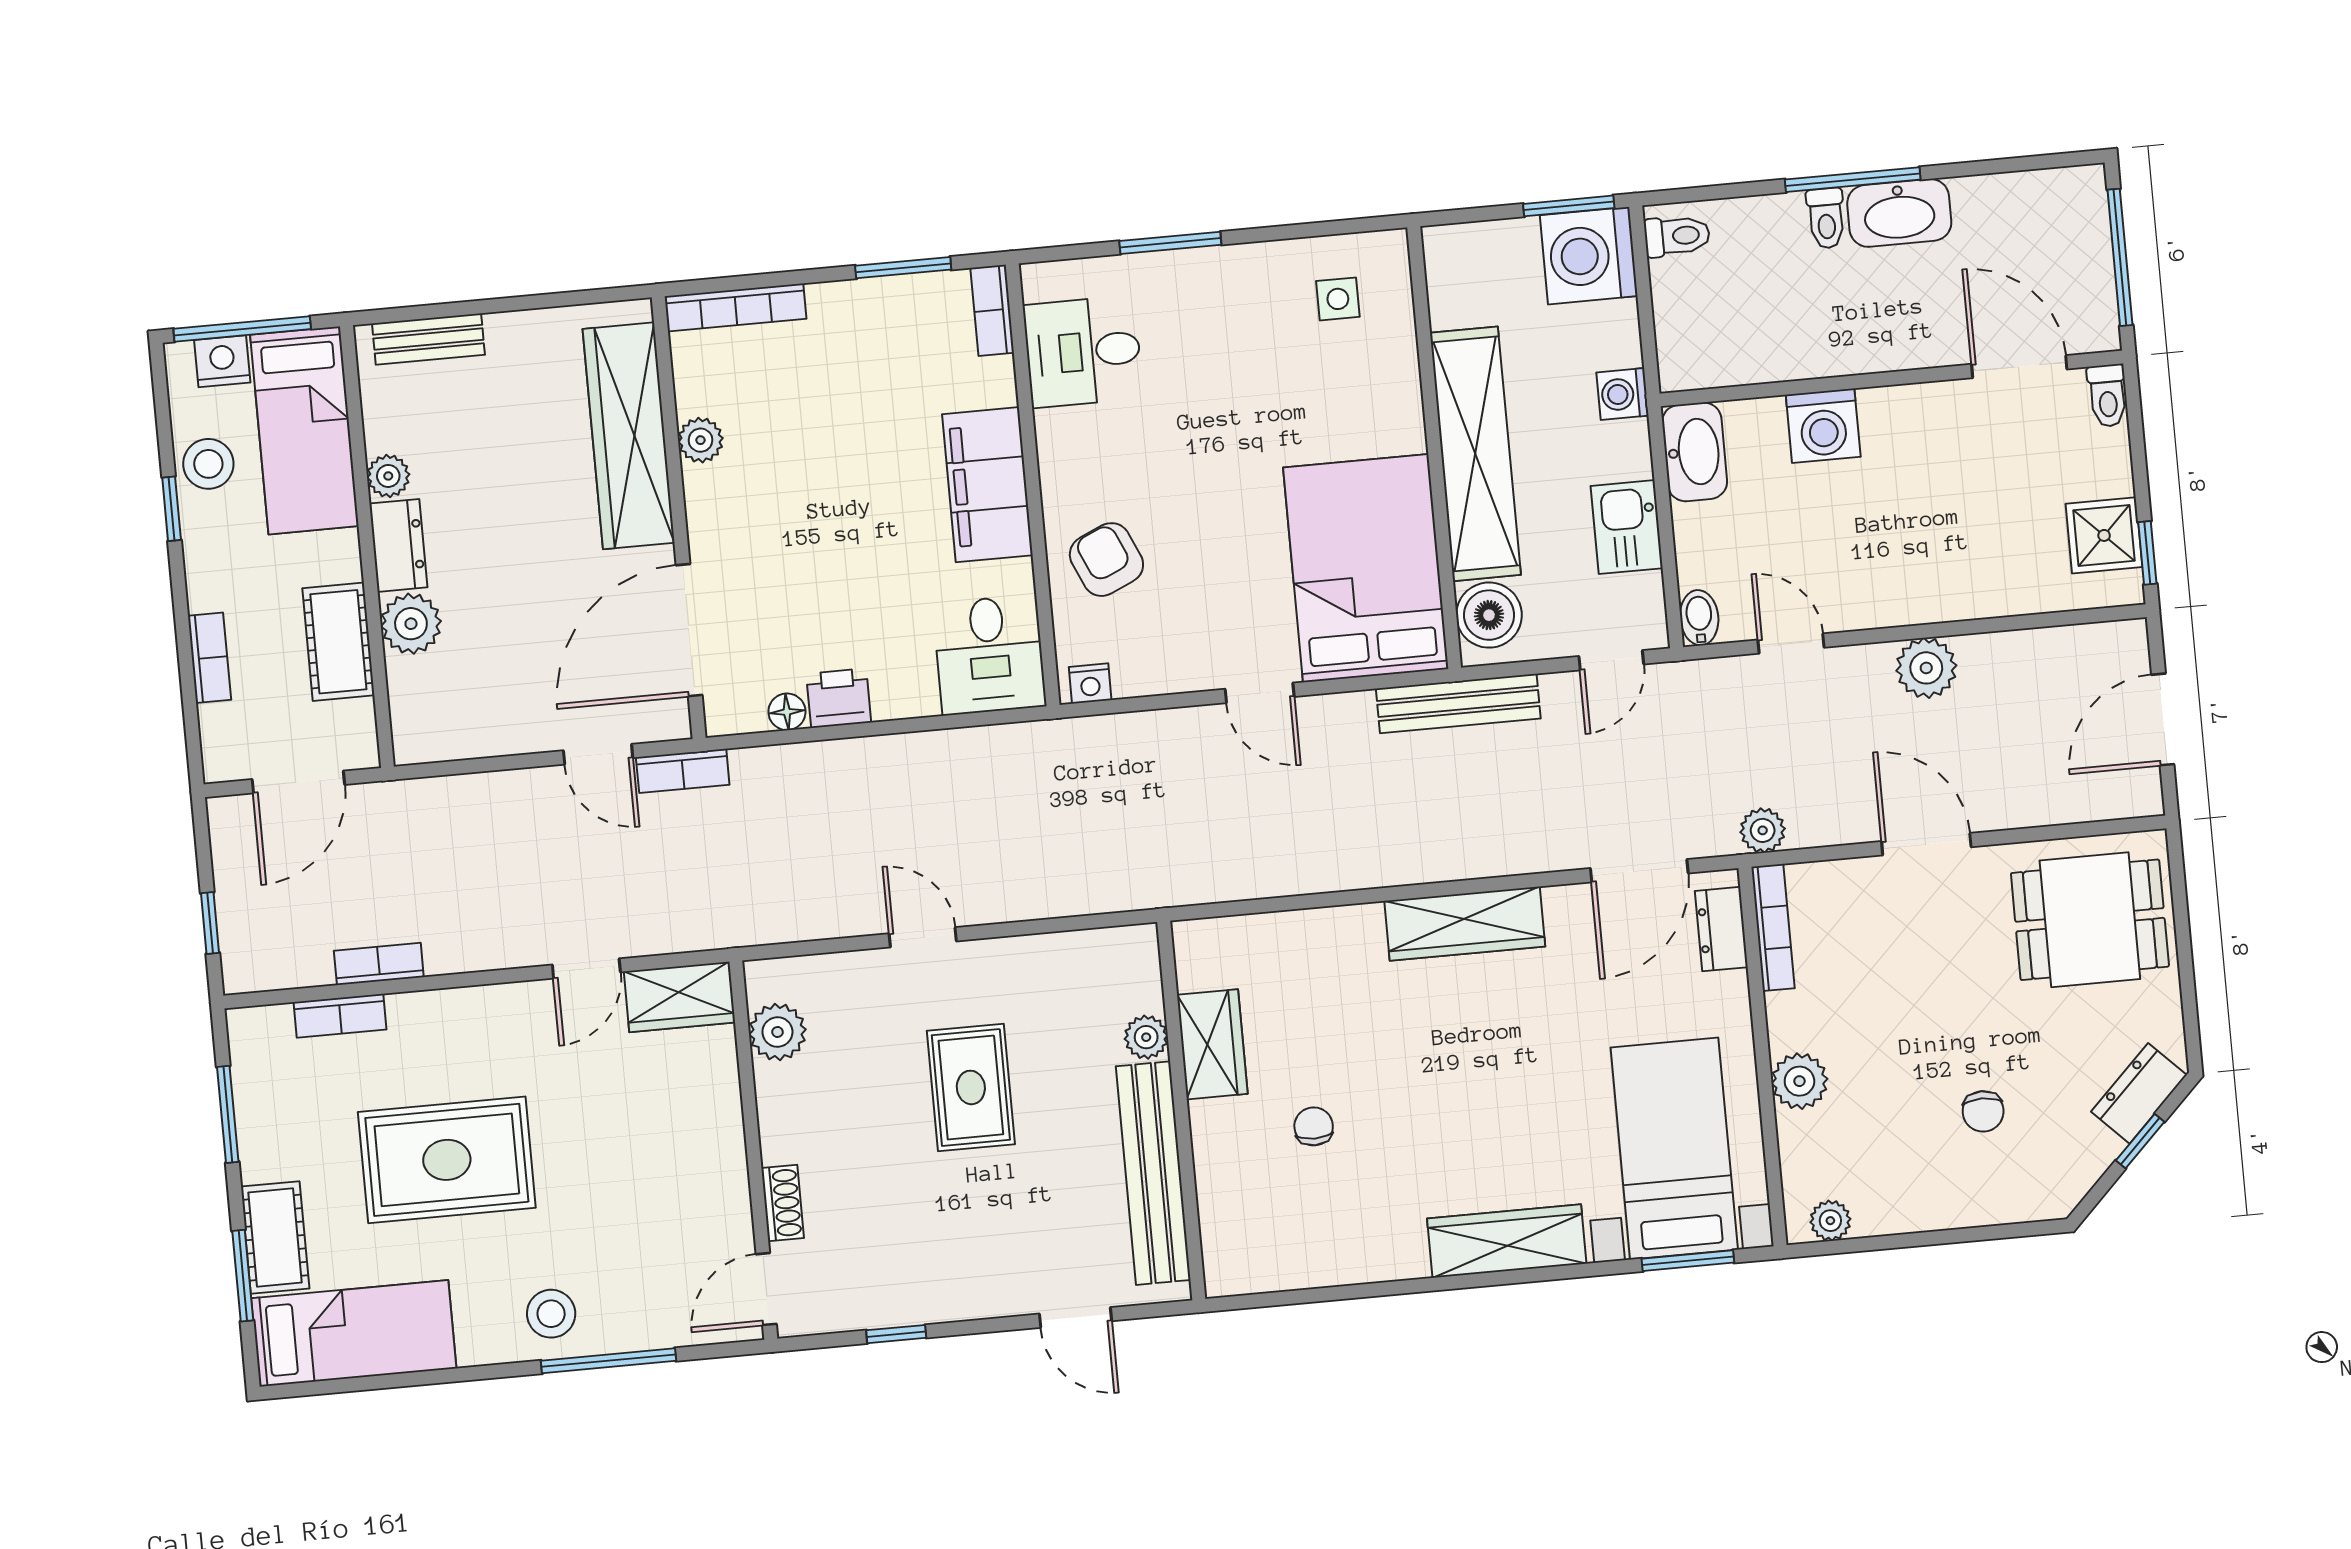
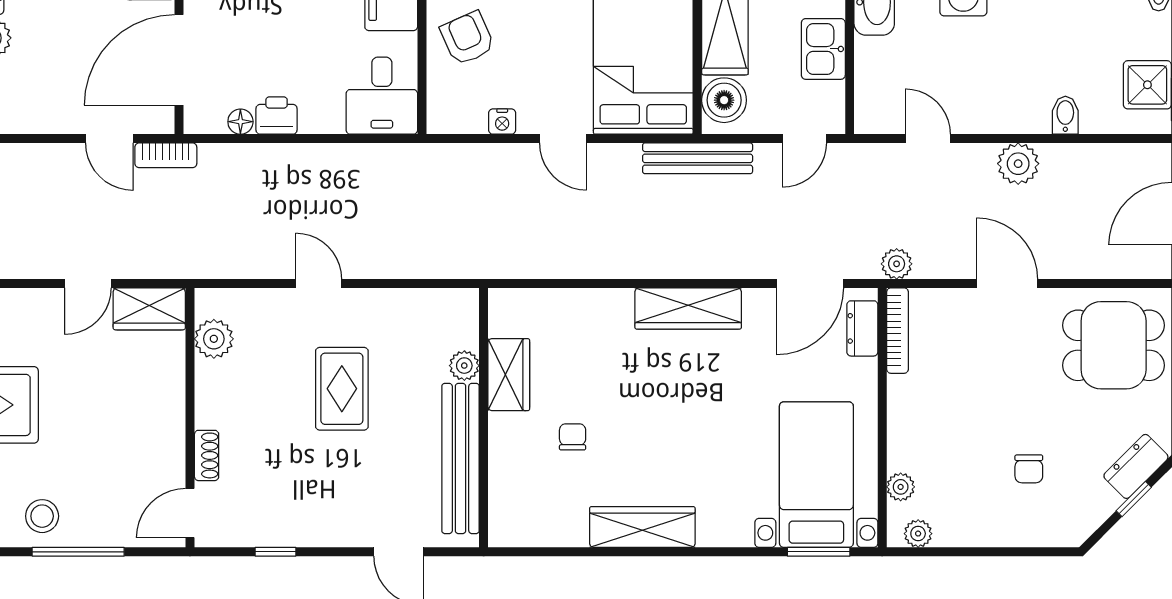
bidet: (1699, 618) -> (1065, 115), moved
nightstand: (1090, 684) -> (502, 122), moved
plant: (1799, 1081) -> (901, 487), moved, width x0.73, depth x0.73
wardrobe: (1507, 1241) -> (642, 527), moved

